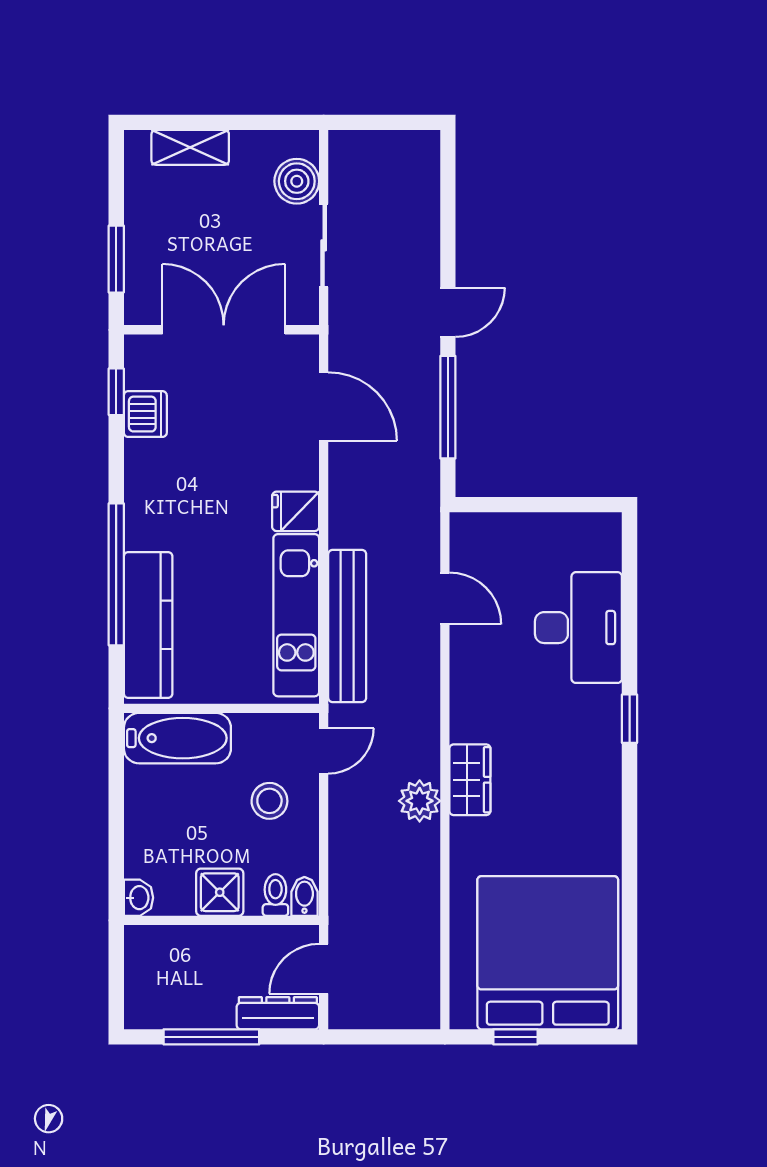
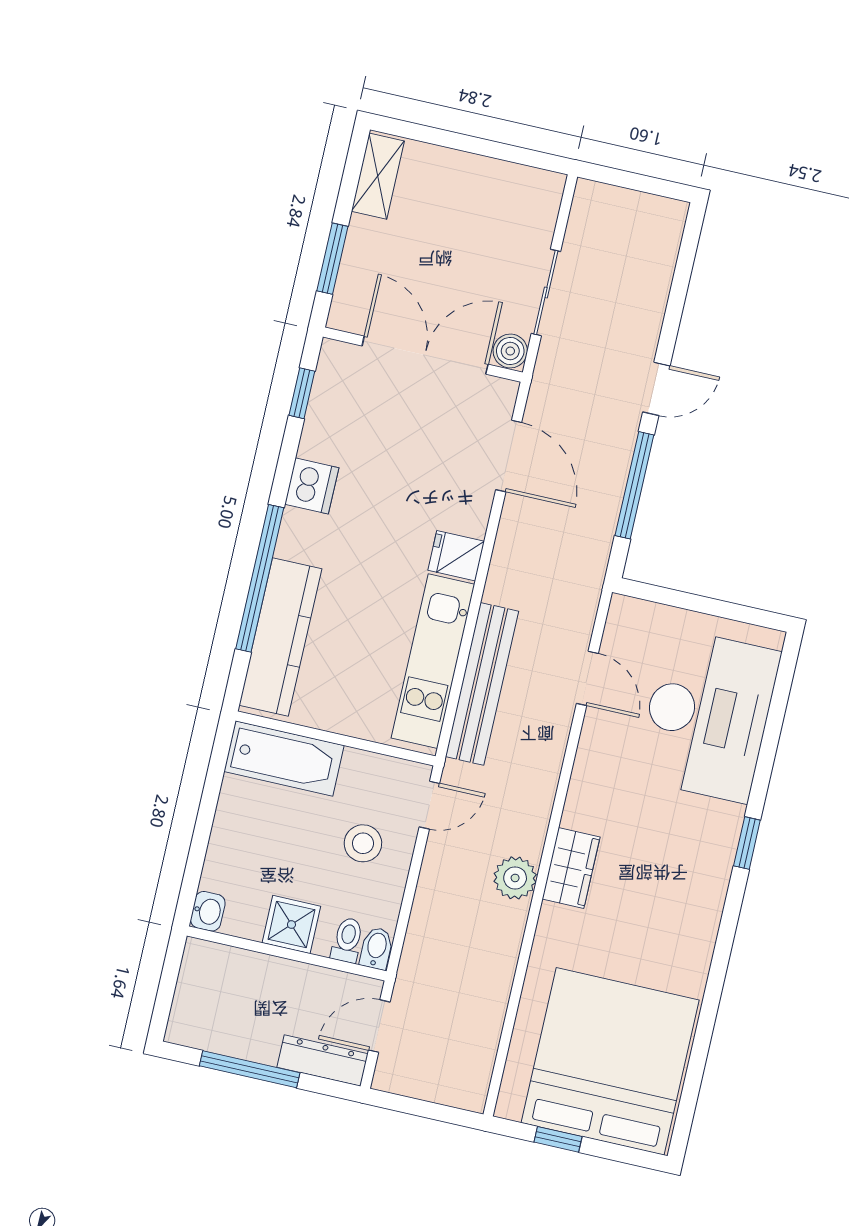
shelving: (190, 147) -> (378, 176), moved, turned 90
boiler: (297, 181) -> (510, 351), moved, width x0.73, depth x0.73
dishwasher: (145, 414) -> (312, 486), moved
desk: (578, 628) -> (708, 715), width x1.36, depth x1.30

